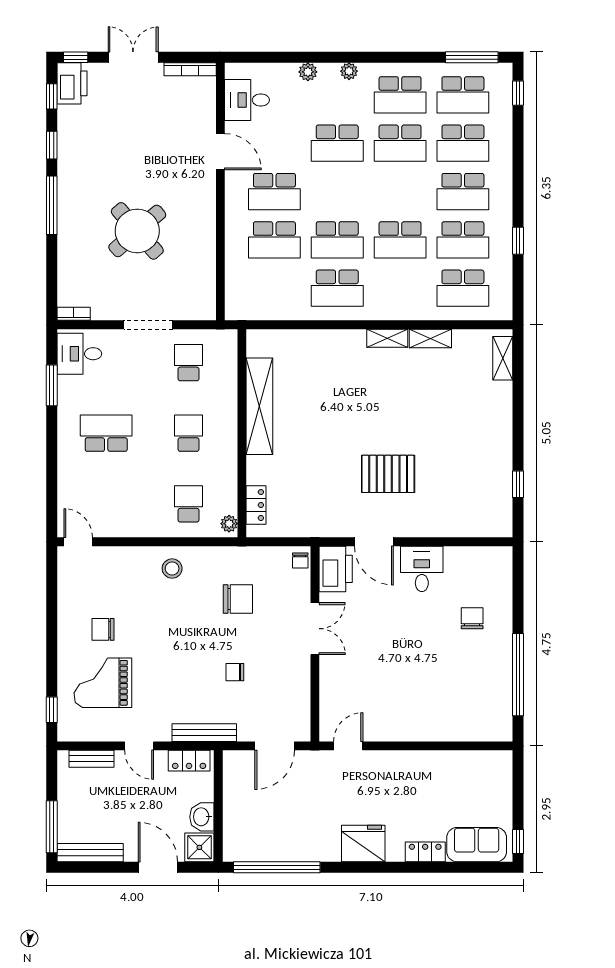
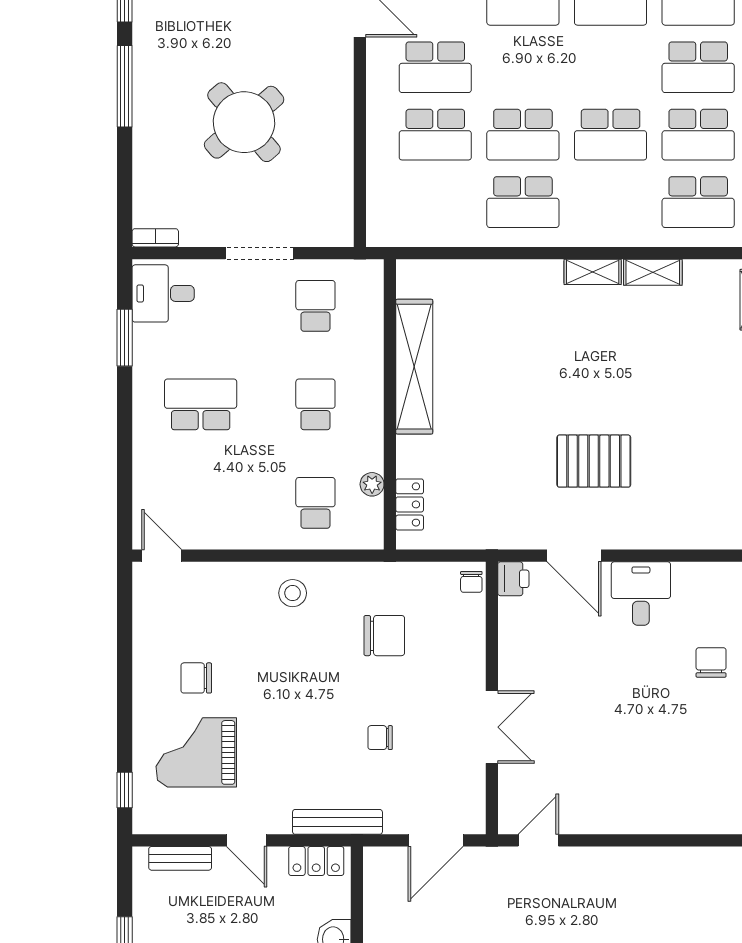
plant: (229, 524) -> (372, 484), moved
printer: (336, 569) -> (513, 579), width x0.53, depth x0.68
double door: (315, 629) -> (492, 727), moved

